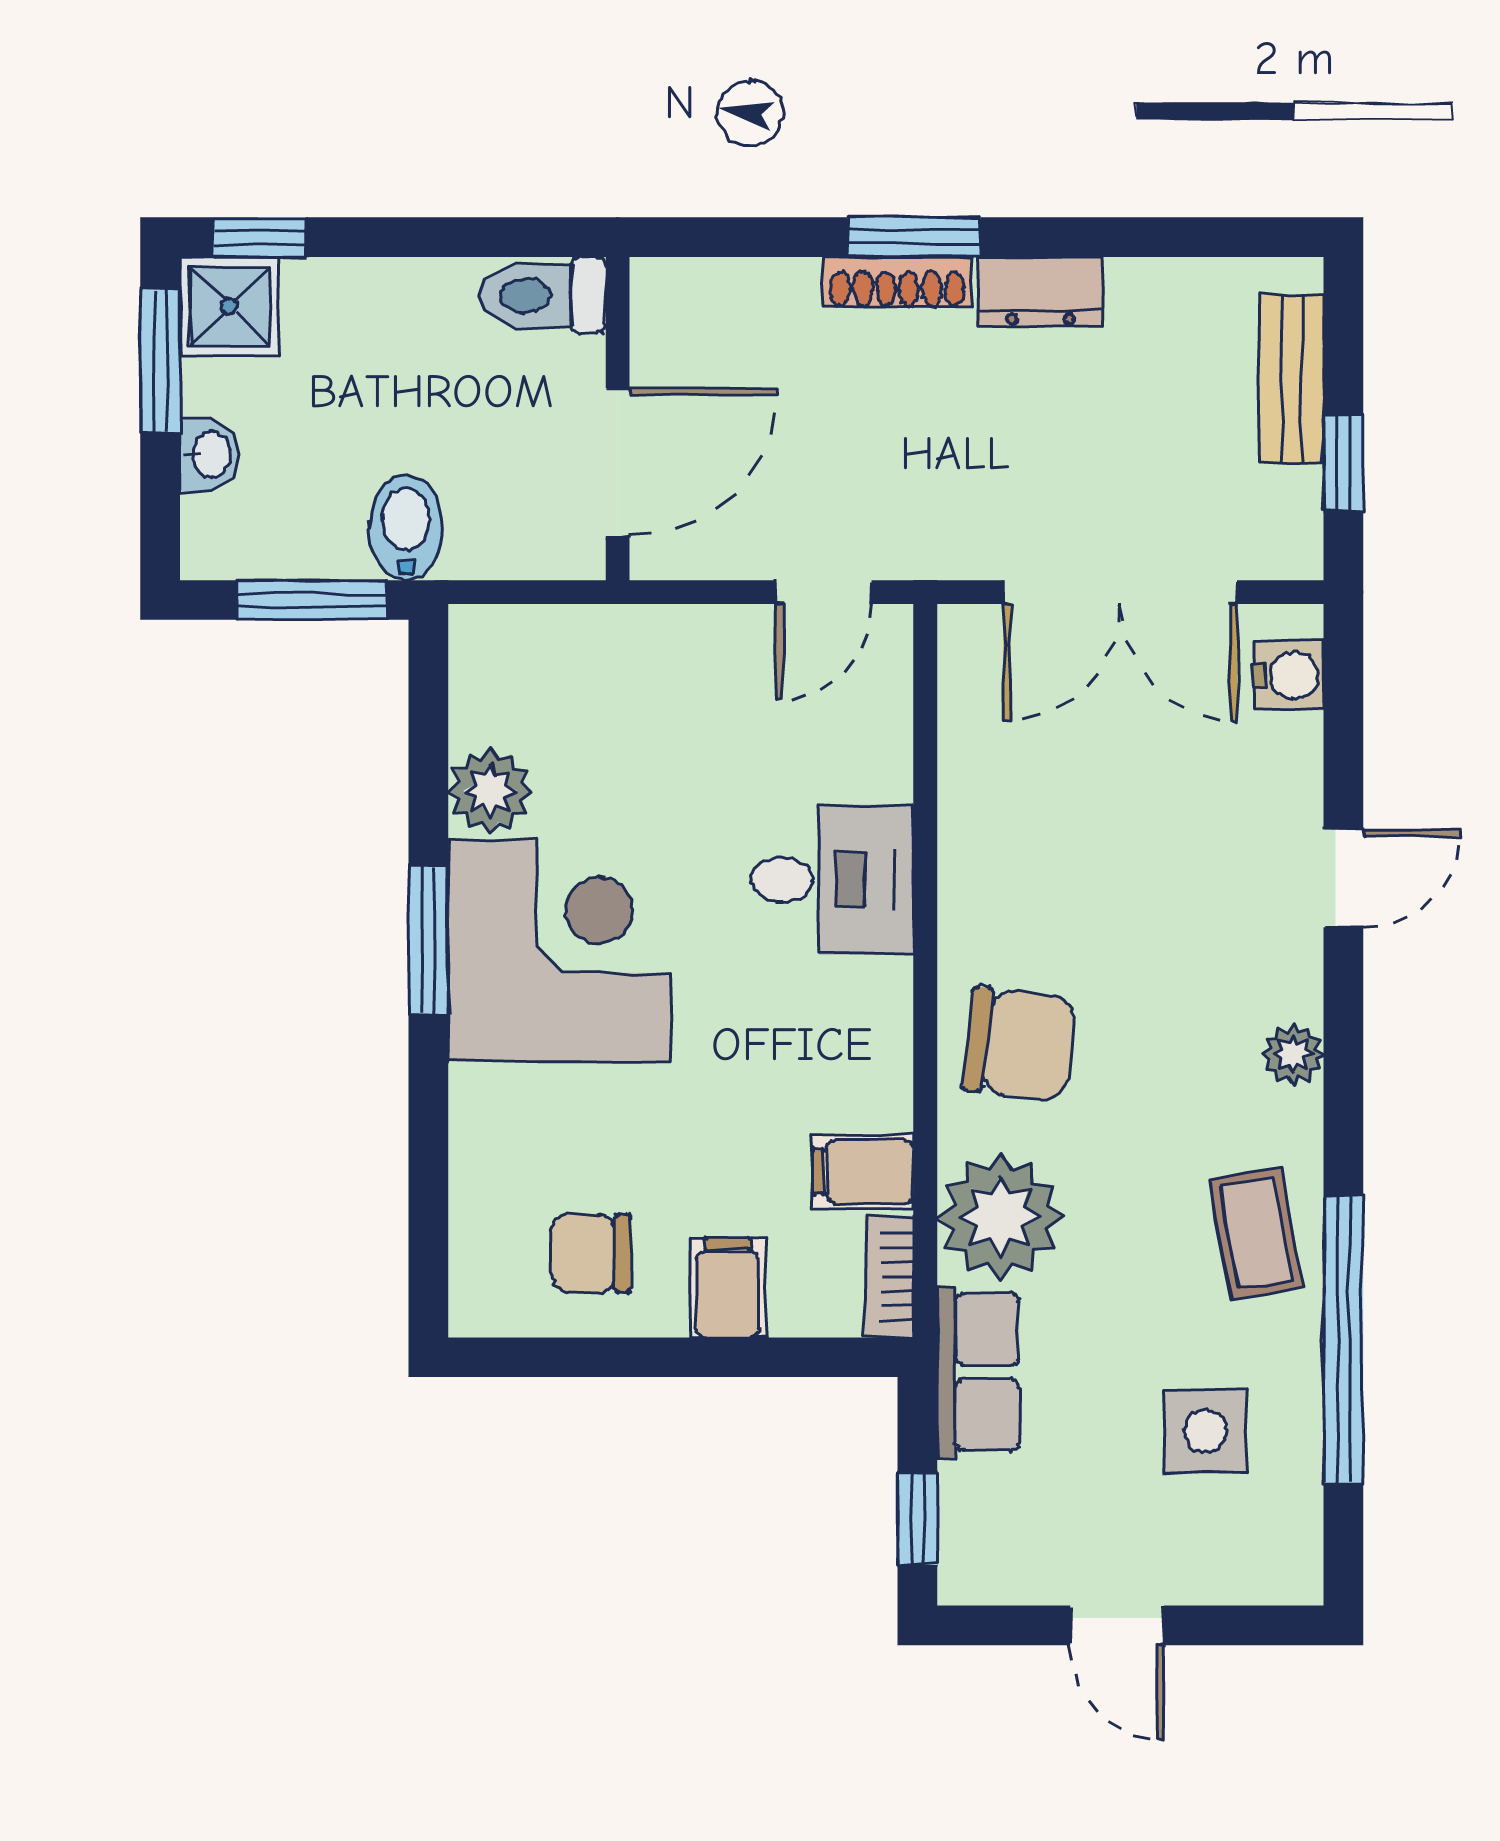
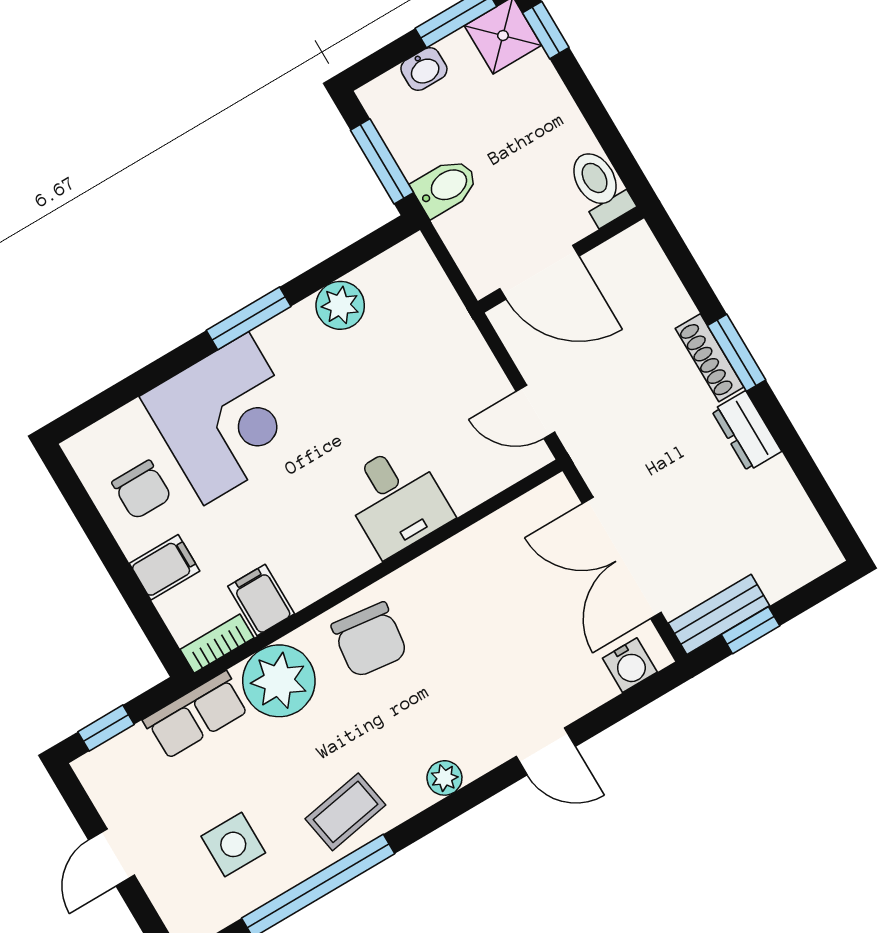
bench: (1292, 379) -> (719, 614), moved
corner desk: (559, 951) -> (226, 419), moved
chair: (591, 1253) -> (142, 490), turned 180

